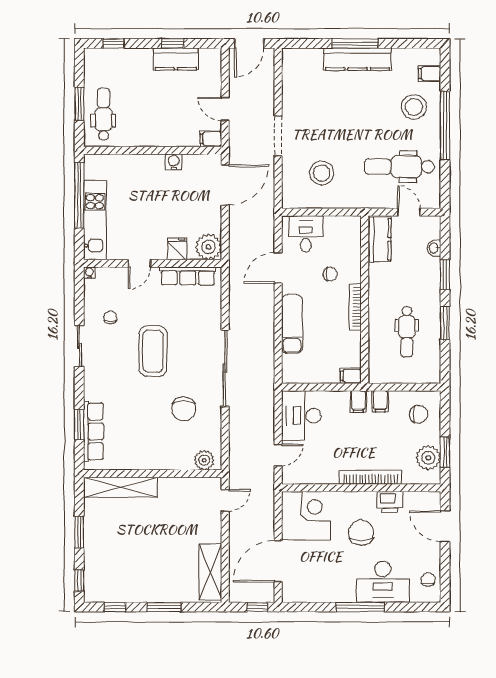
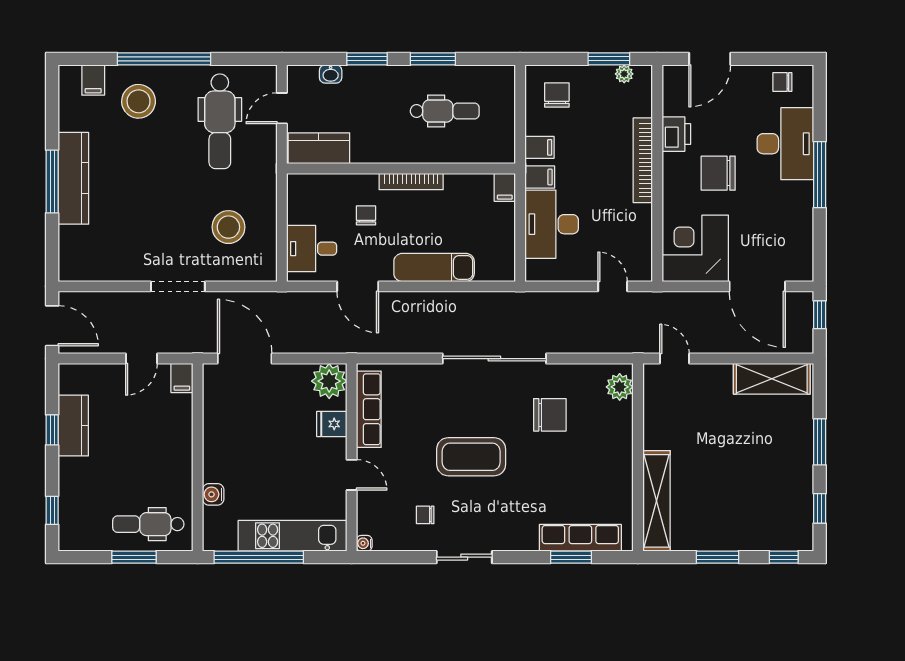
water cooler: (174, 162) -> (213, 494), moved
desk: (301, 416) -> (552, 224), moved, turned 90
plant: (428, 458) -> (624, 74), width x0.53, depth x0.53

